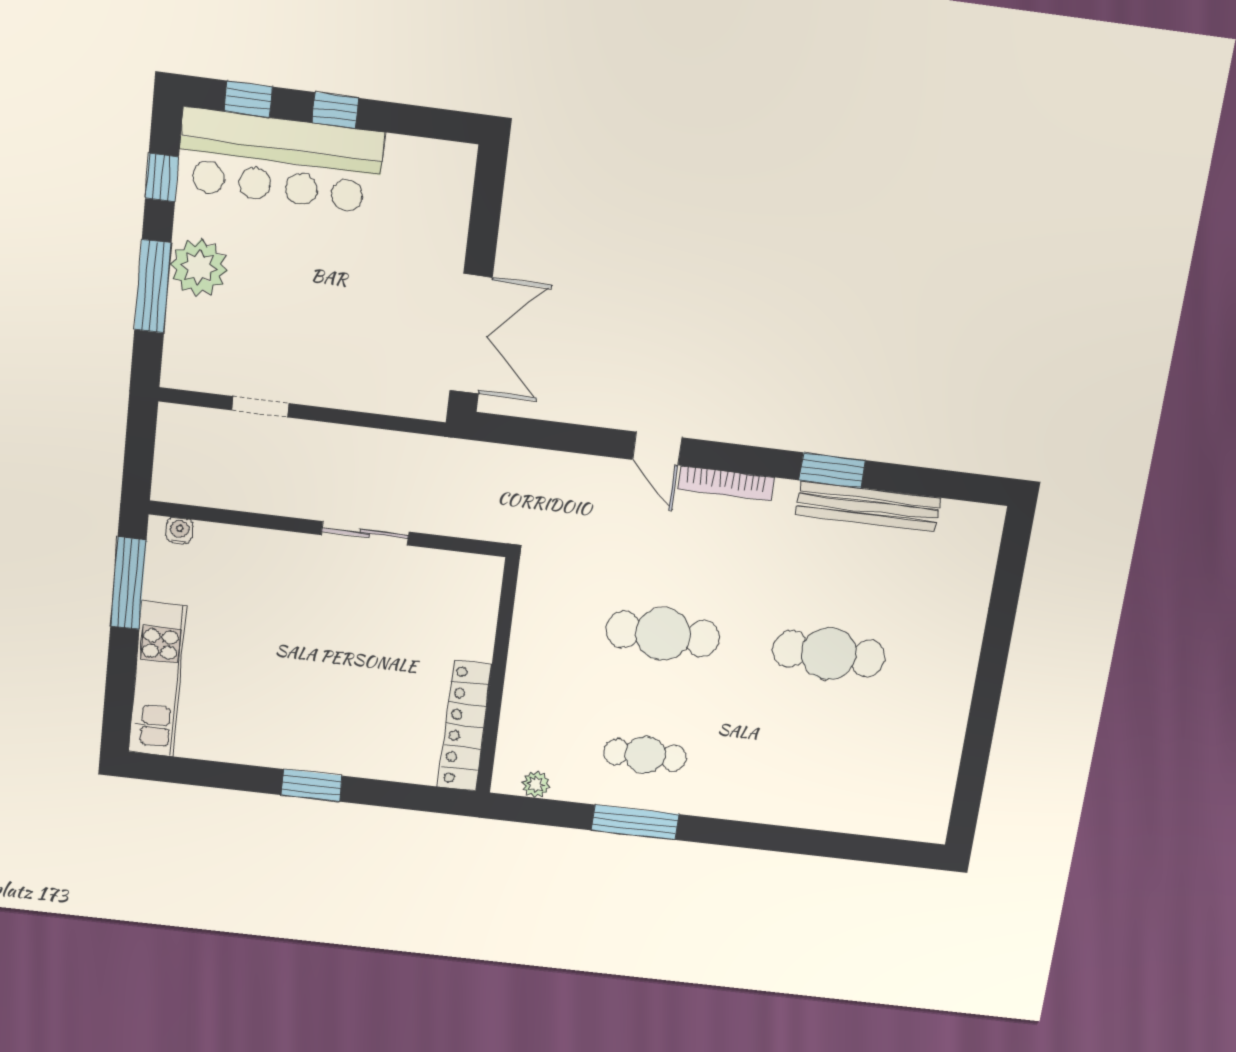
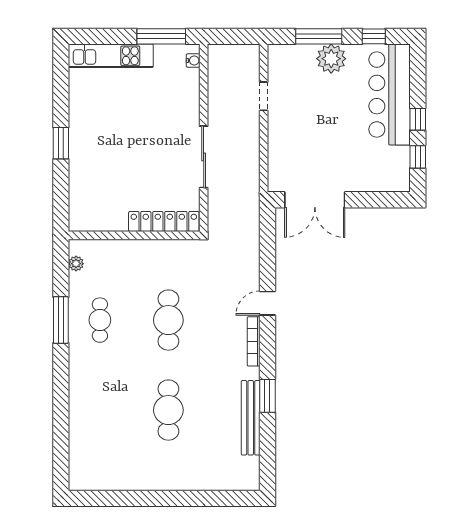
window: (248, 99) -> (418, 157), moved
sliding door: (365, 533) -> (204, 157), width x1.37
locker: (465, 726) -> (164, 221), moved

